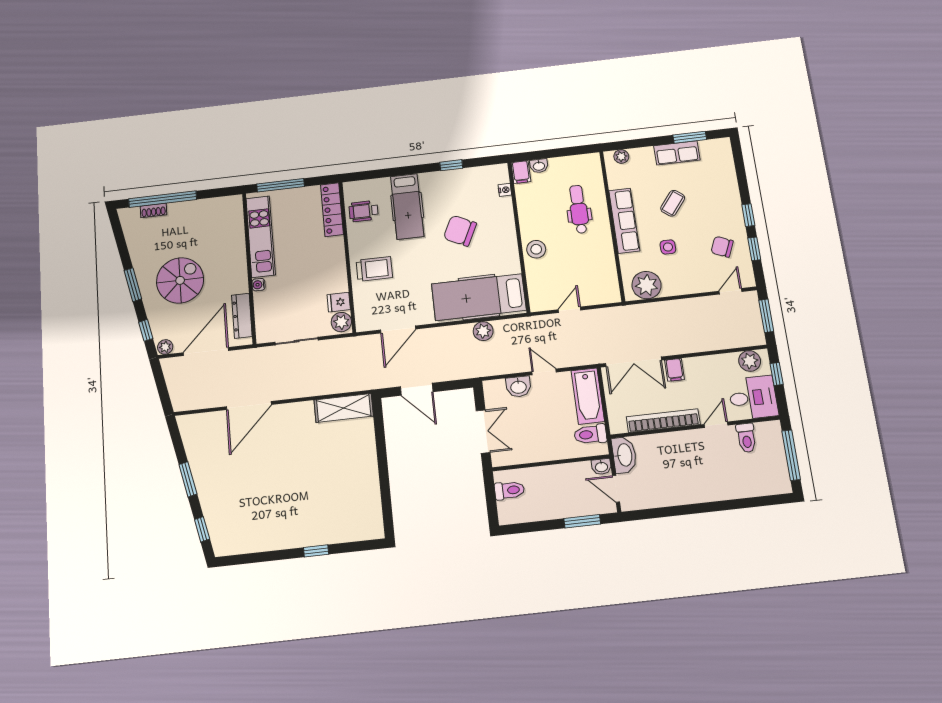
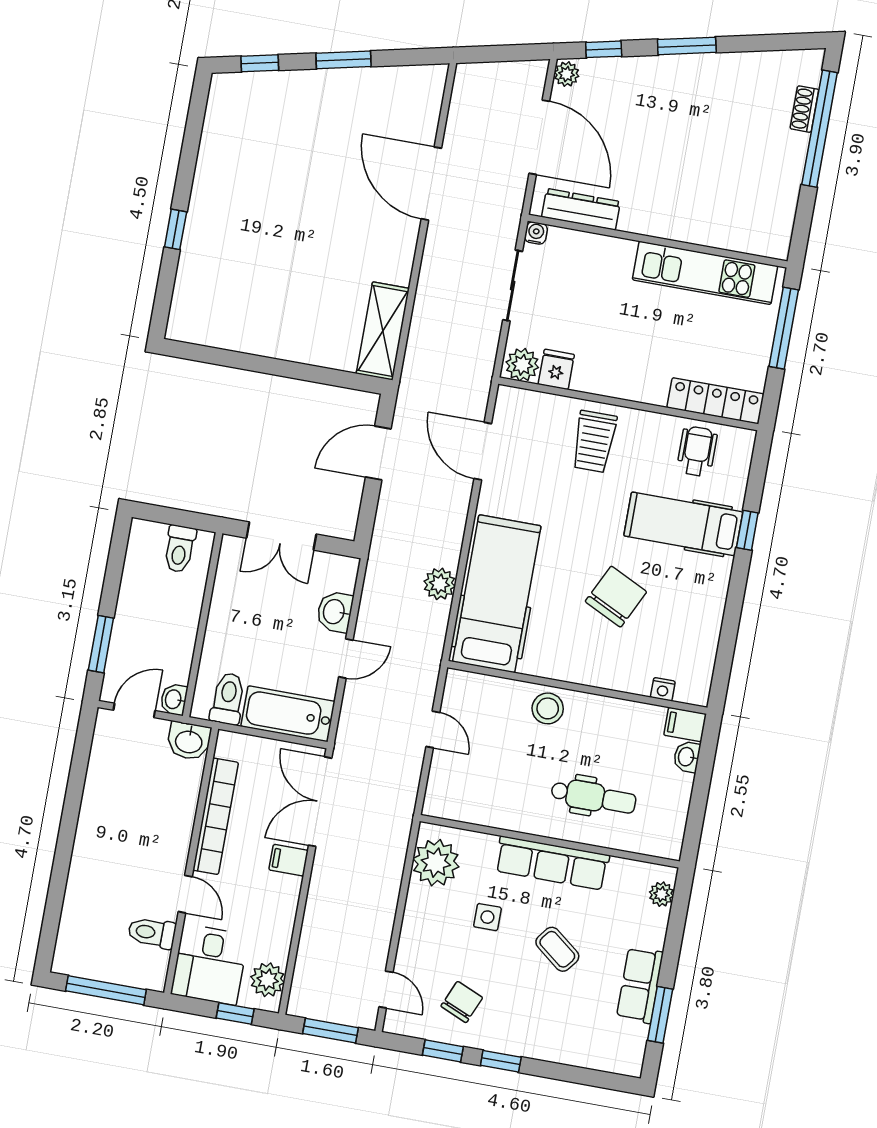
window: (451, 165) -> (747, 530), moved
spiral stairs: (180, 280) -> (671, 124), removed
water cooler: (259, 285) -> (536, 233), moved
washbasin: (624, 455) -> (189, 741), width x0.72

